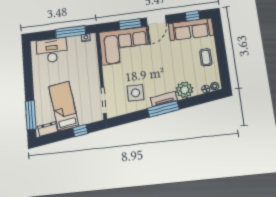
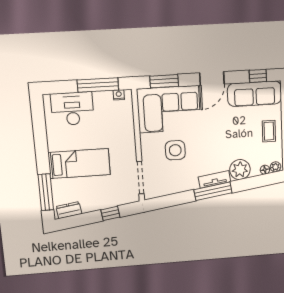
window: (130, 24) -> (164, 81), moved
side table: (136, 93) -> (175, 150), moved
bed: (64, 106) -> (79, 164), moved, turned 98

